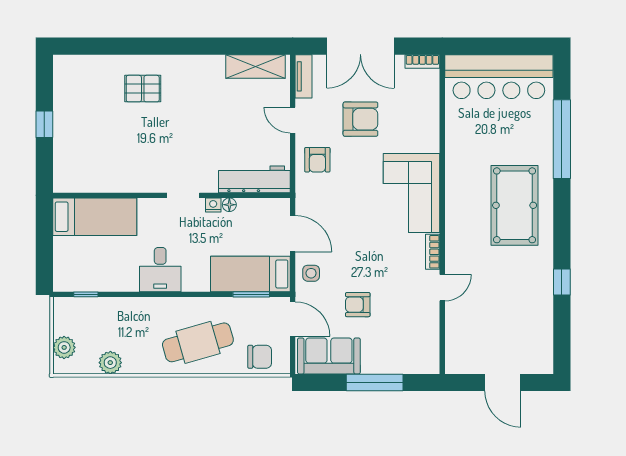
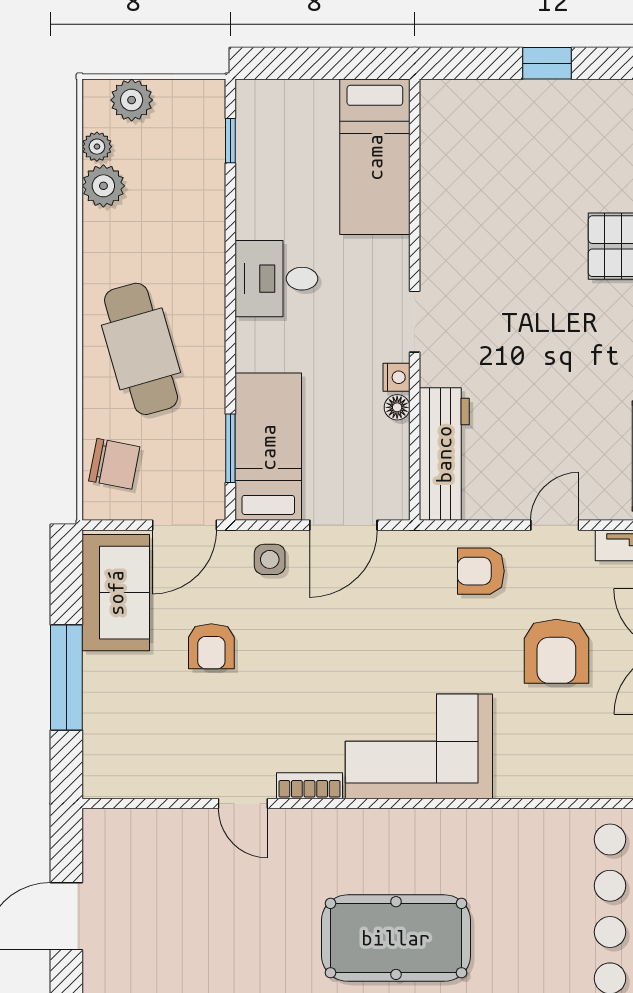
armchair: (358, 305) -> (211, 646), turned 180
chair: (260, 357) -> (114, 464), turned -79
plant: (89, 366) -> (97, 147), added

